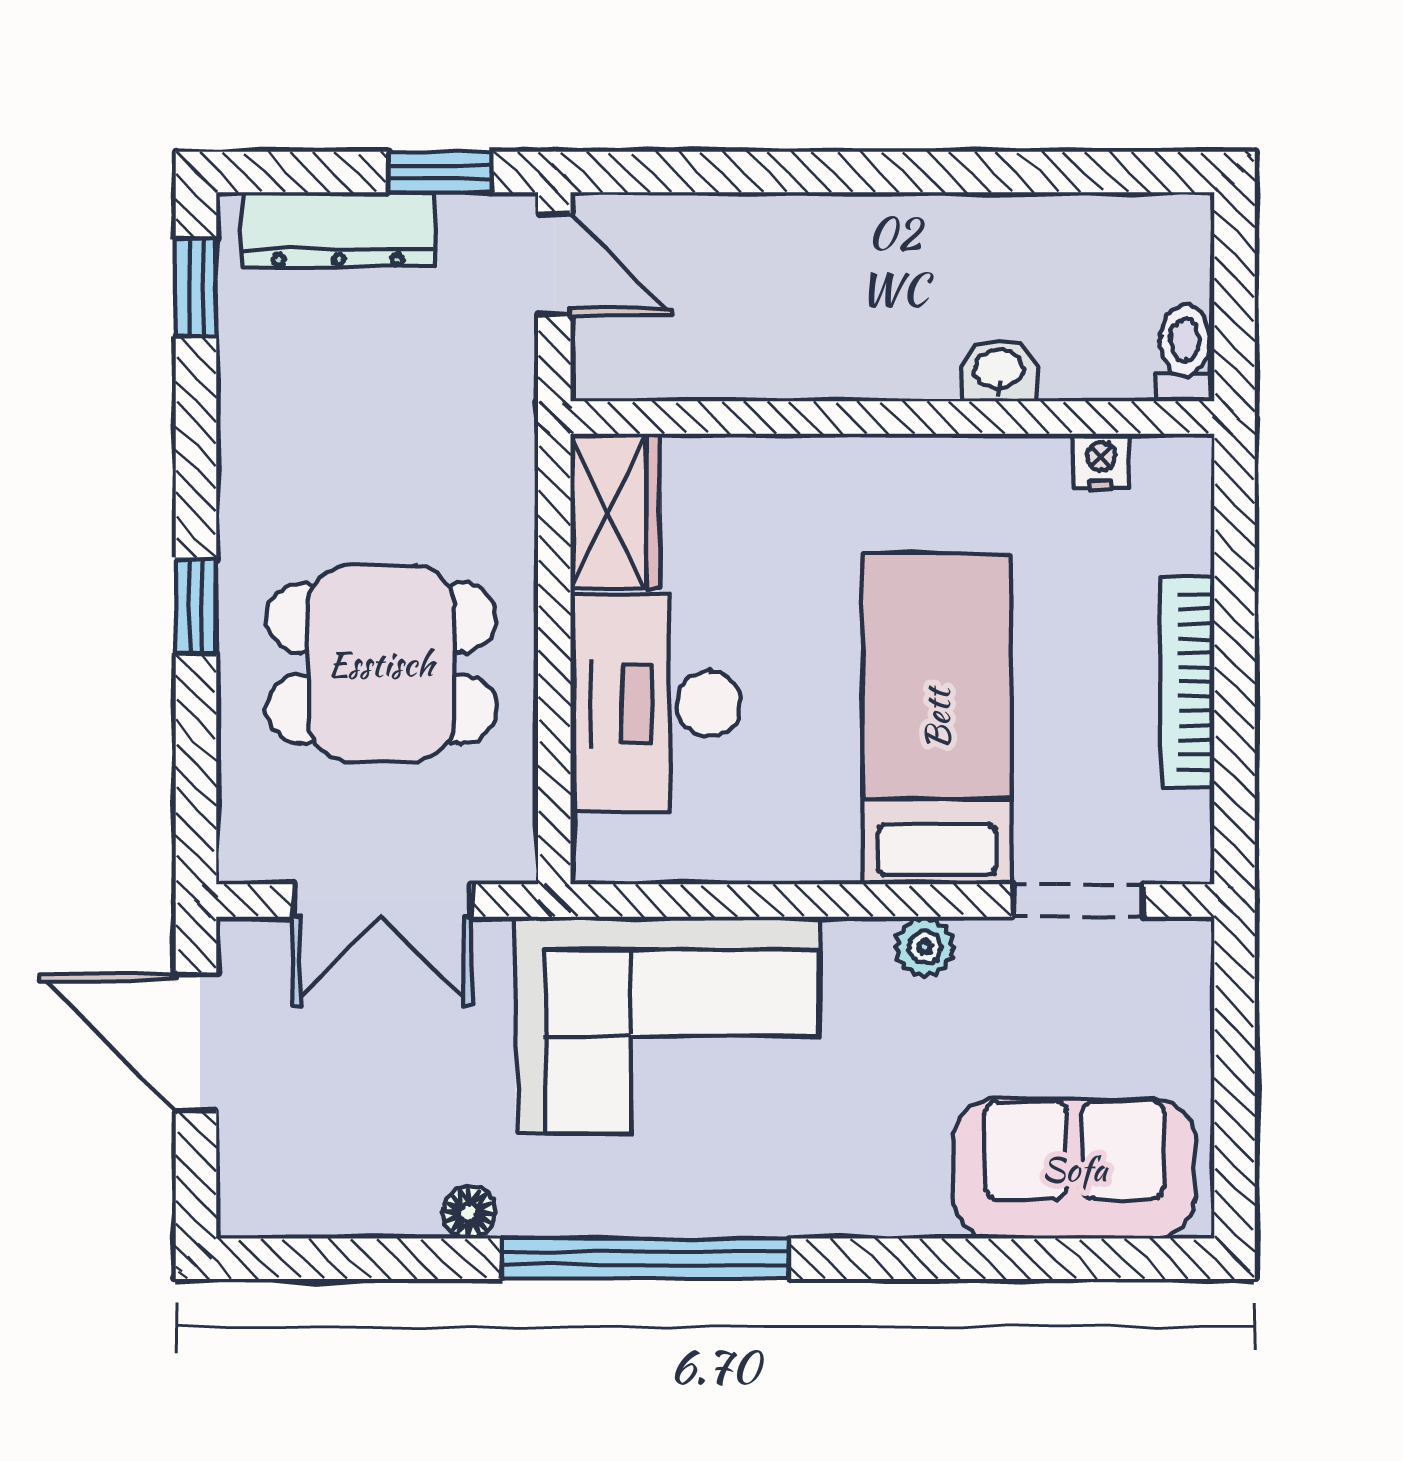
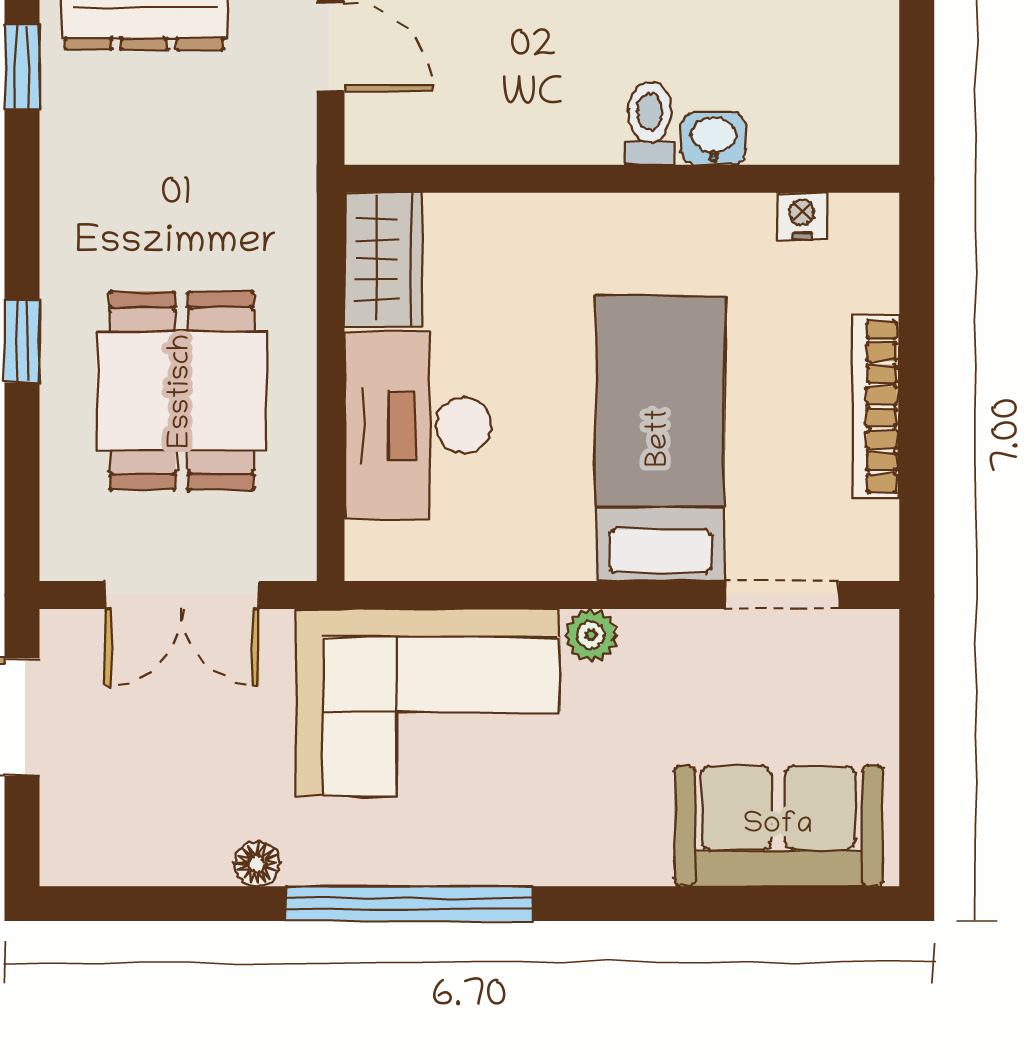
toilet: (1185, 353) -> (650, 123), moved
dining table: (381, 664) -> (182, 391), turned 90
plant: (925, 947) -> (591, 635), moved

